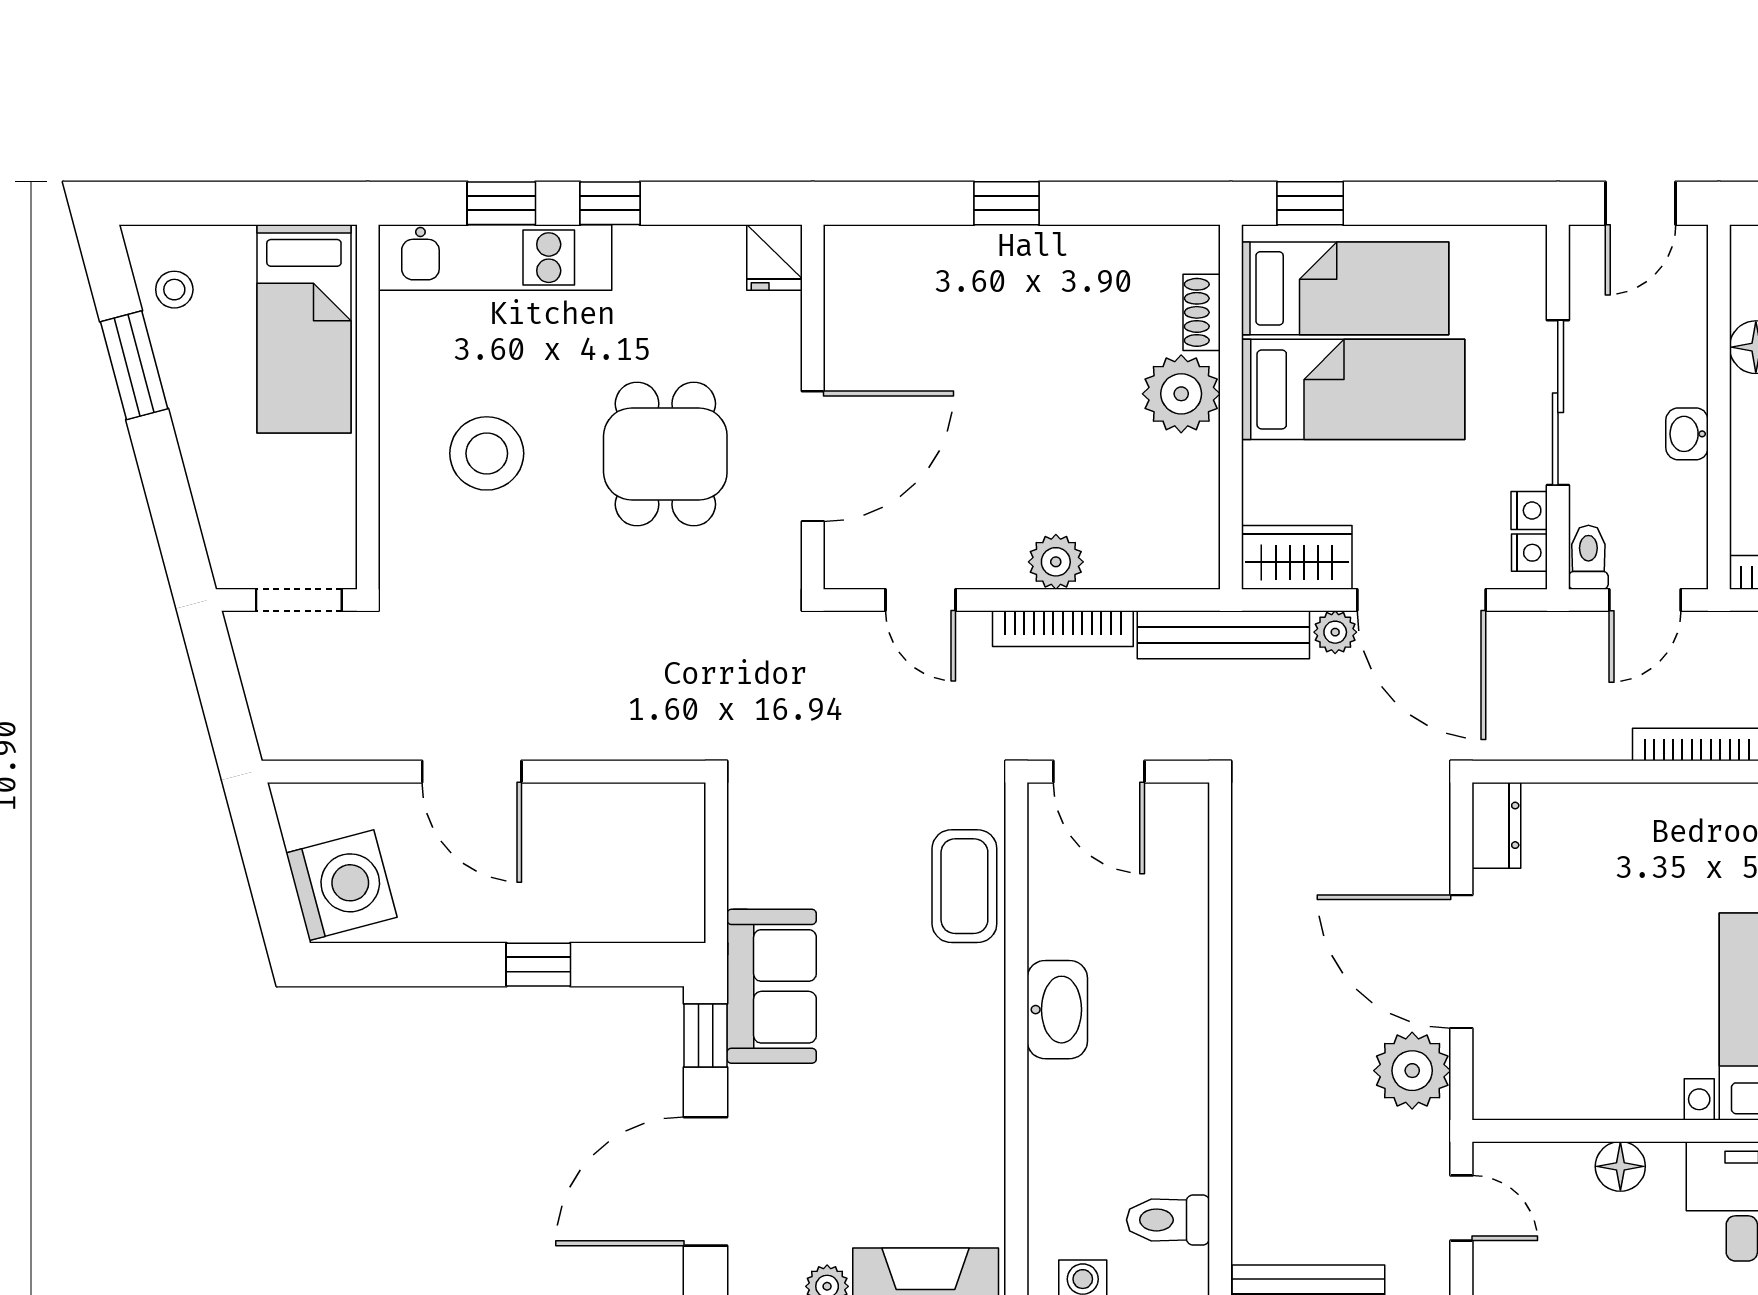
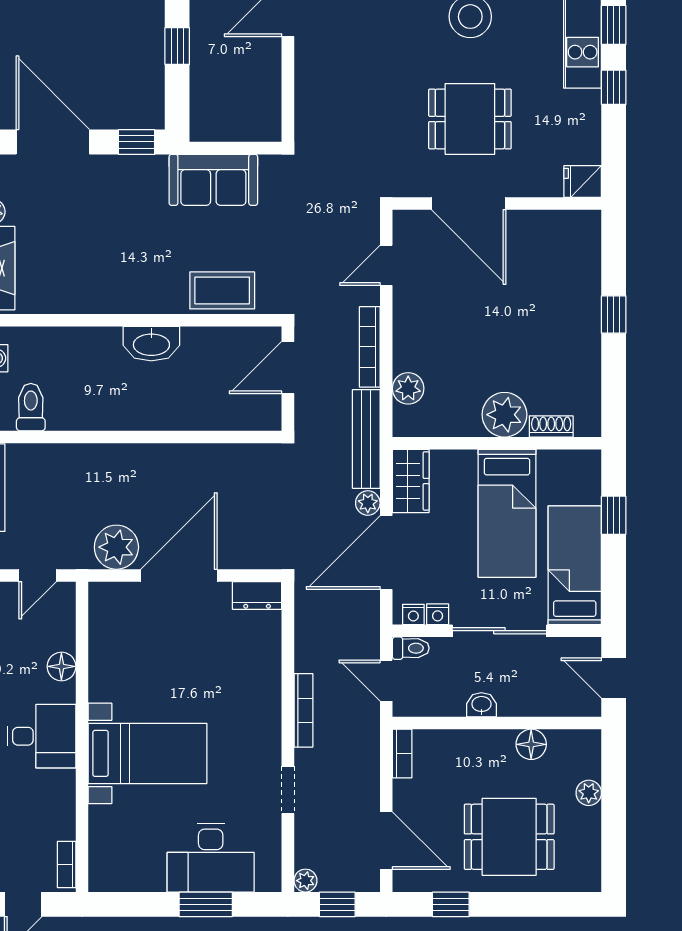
window: (1310, 203) -> (614, 515), moved
bed: (1345, 288) -> (575, 565), moved, turned 180
plant: (1056, 562) -> (408, 388), moved
sofa: (772, 986) -> (213, 180), moved

